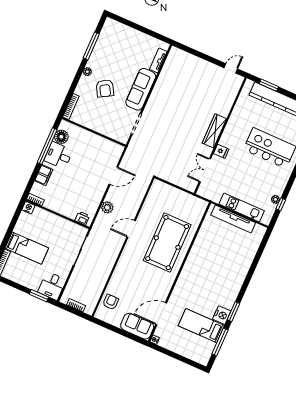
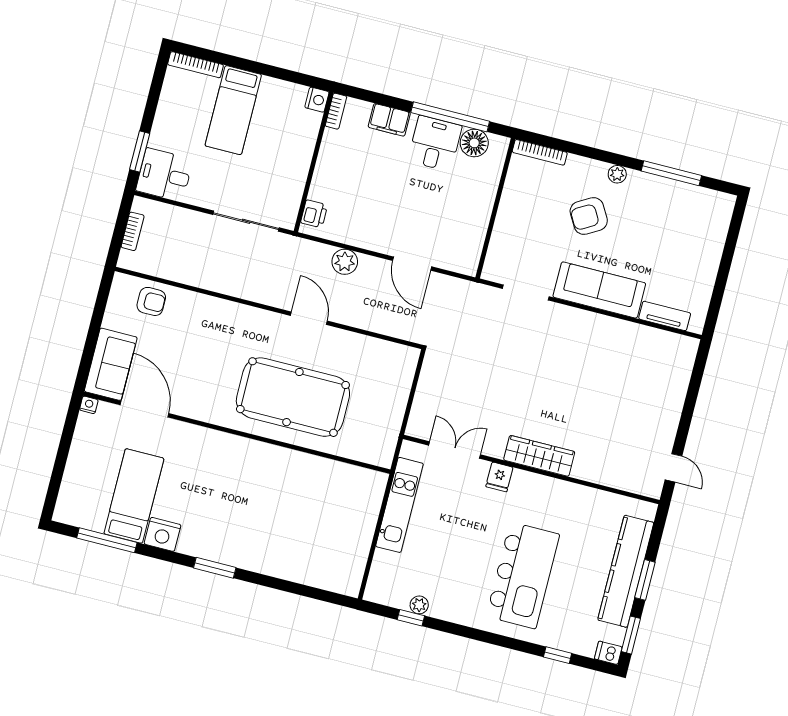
window: (269, 85) -> (645, 580), moved
kitchen unit: (242, 207) -> (399, 505), moved
tv unit: (233, 219) -> (364, 525), removed
window: (233, 312) -> (215, 568), moved

